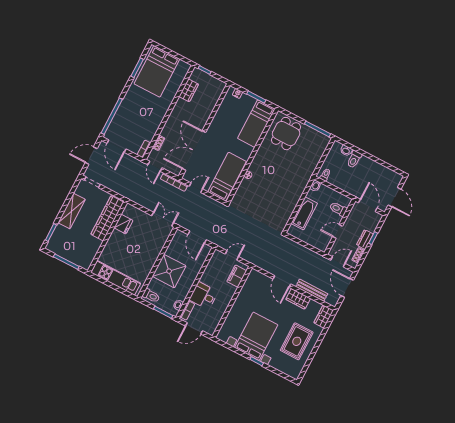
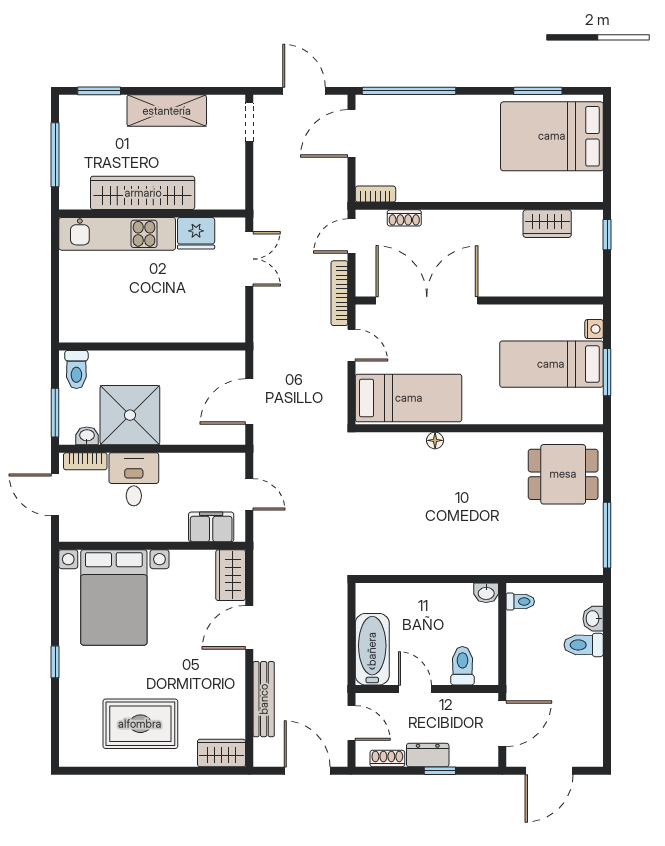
bed: (256, 124) -> (551, 364), moved
bathtub: (304, 213) -> (372, 649), moved, turned -90
wardrobe: (107, 218) -> (143, 193), moved
double door: (163, 219) -> (249, 259), moved
shower: (169, 271) -> (130, 415), moved
kitchen unit: (116, 278) -> (117, 234), moved, turned 90
door: (347, 288) -> (307, 771), hinge flipped
wardrobe: (298, 299) -> (231, 575), moved
bed with nightstands: (256, 336) -> (114, 597), moved, turned 90

